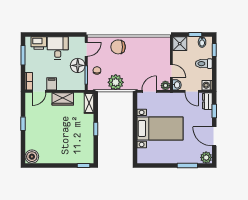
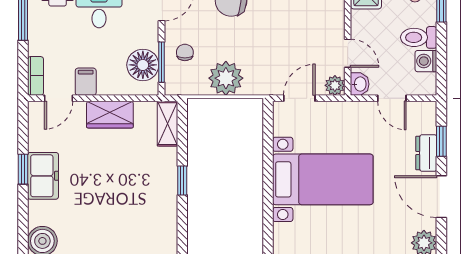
floor lamp: (78, 65) -> (143, 65), moved
washing machine: (207, 85) -> (426, 61), moved
dresser: (207, 101) -> (426, 153), moved
freezer: (32, 127) -> (43, 176), added

